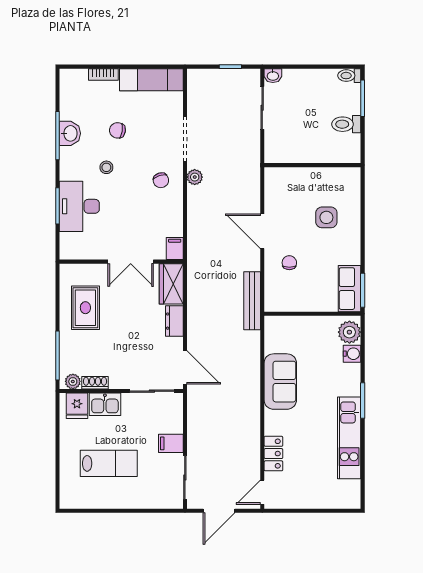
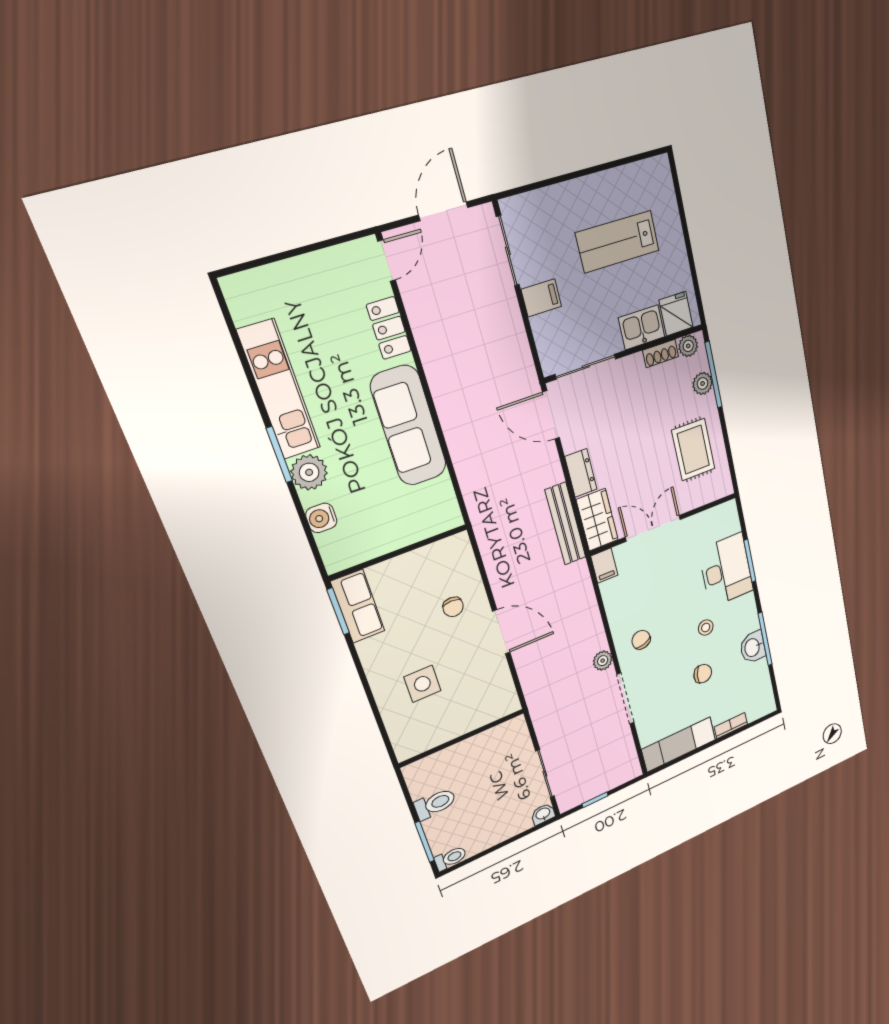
bench: (252, 301) -> (565, 524), moved
plant: (349, 332) -> (309, 472), moved
plant: (68, 352) -> (703, 384), added
sofa: (280, 382) -> (409, 426), width x1.36

